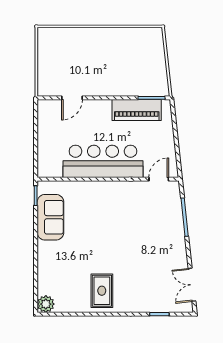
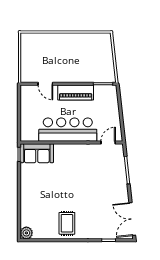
door: (72, 98) -> (45, 84), hinge flipped
piano: (137, 110) -> (76, 92), moved
sofa: (50, 217) -> (37, 153), moved, turned 90
double door: (192, 285) -> (132, 219), width x1.37

